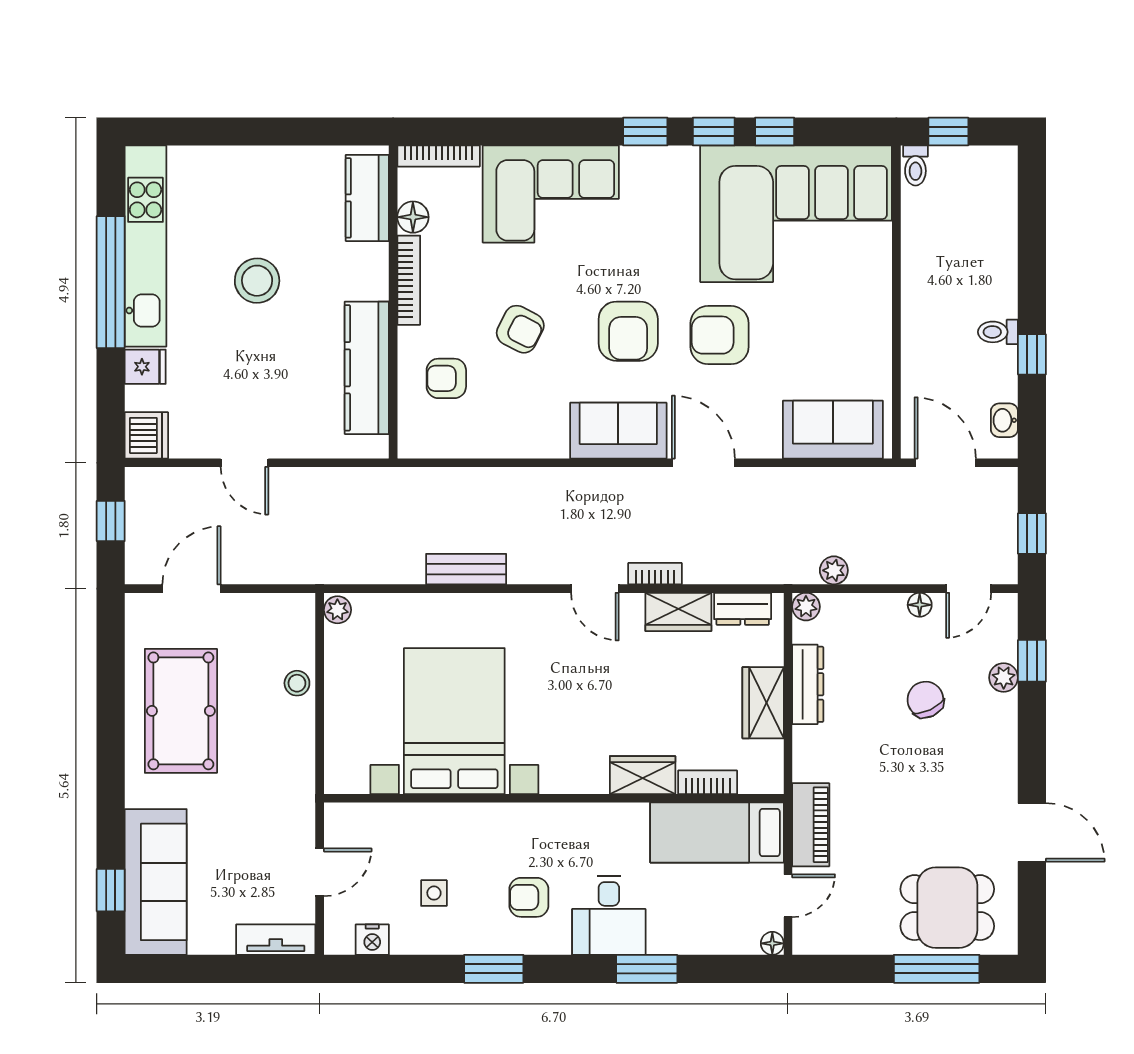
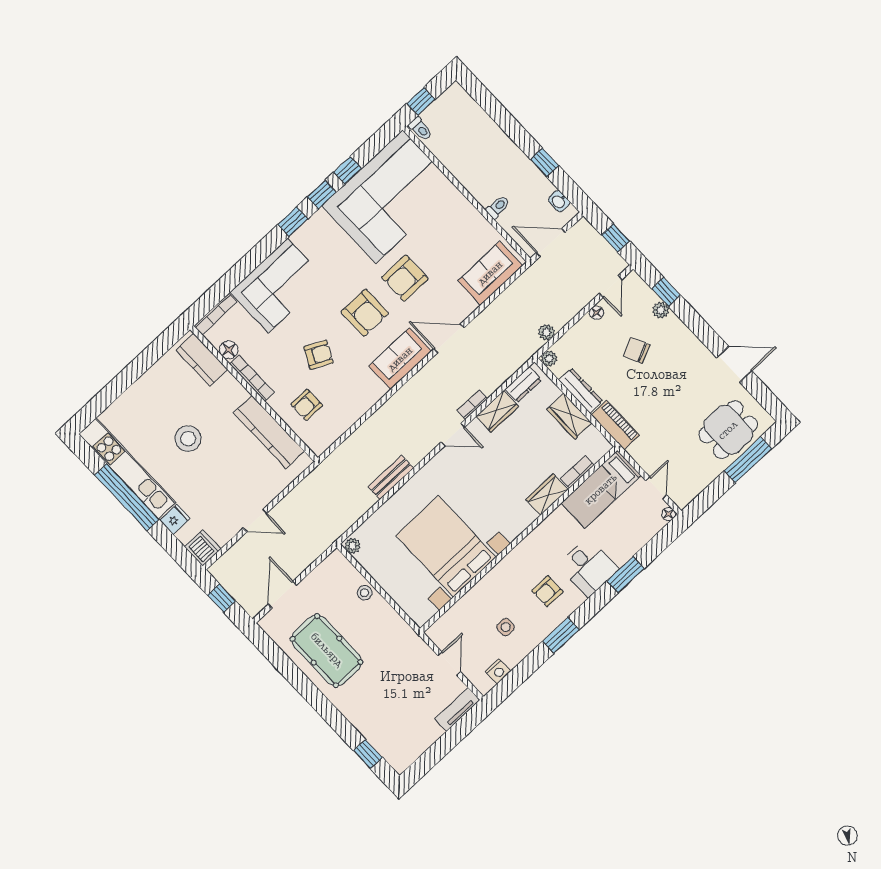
toilet: (998, 332) -> (498, 207), moved, turned 180
piano: (811, 825) -> (615, 425), moved
sofa: (156, 882) -> (384, 733), removed

